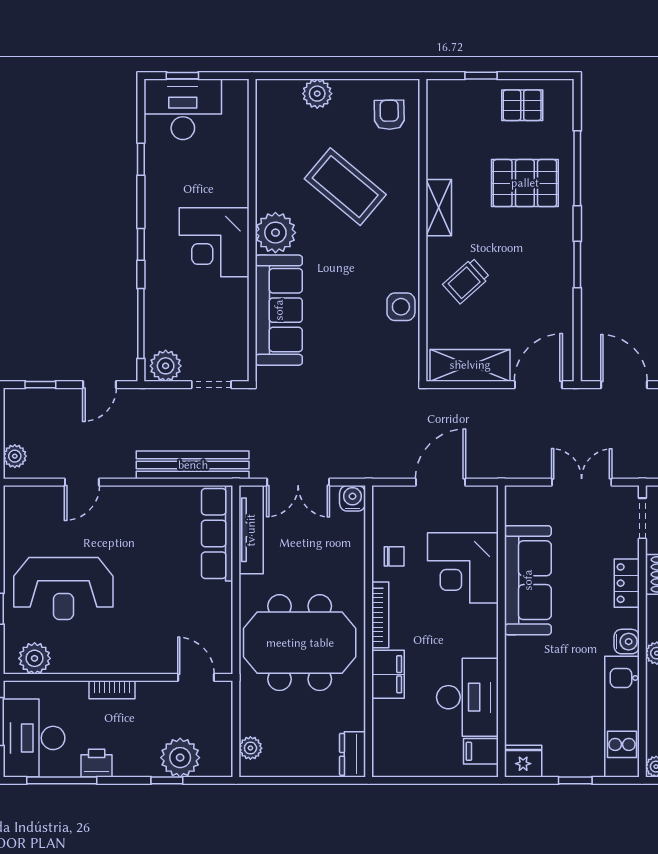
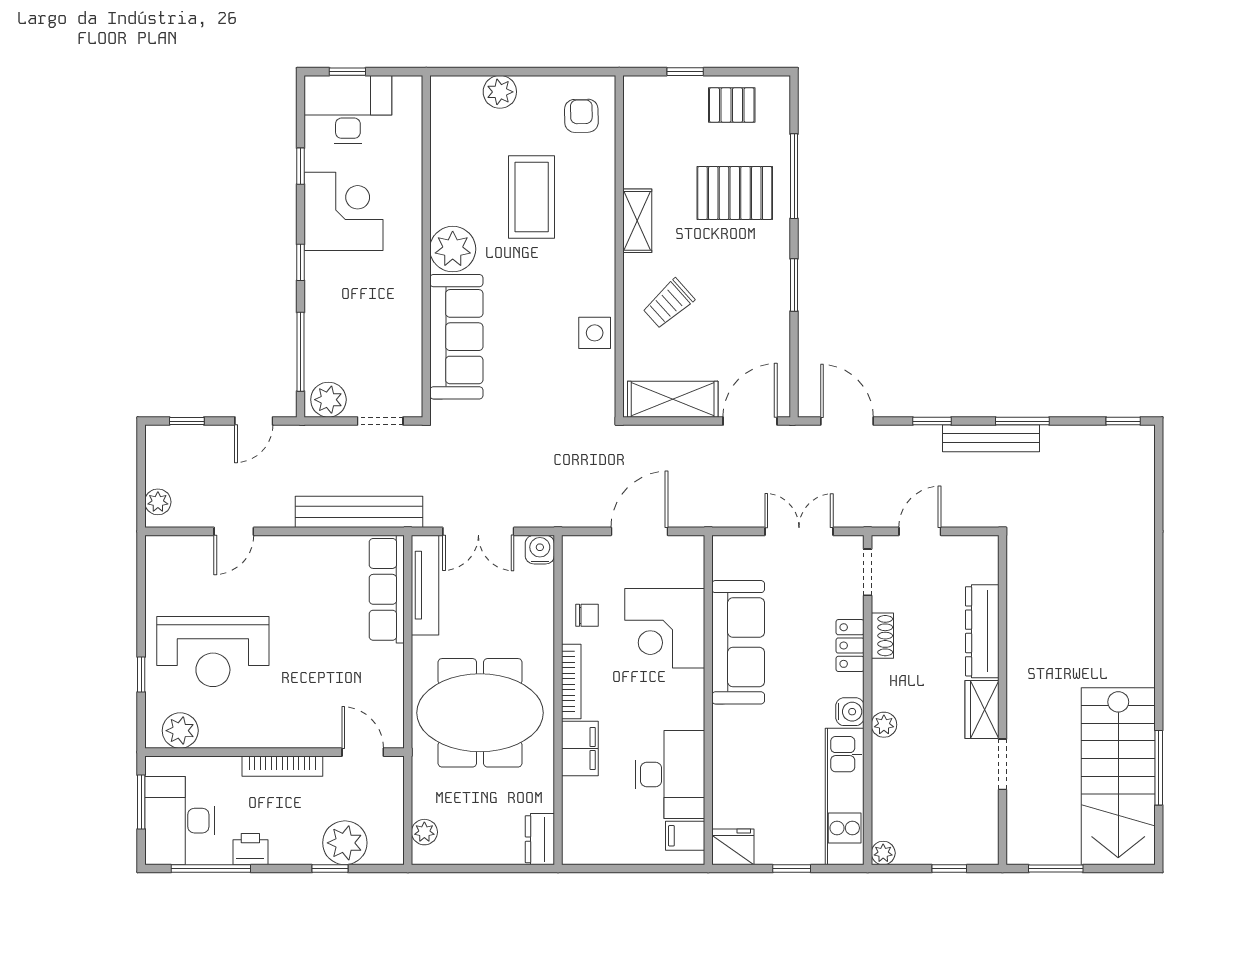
coffee table: (345, 187) -> (532, 197), turned 50
corner desk: (214, 242) -> (343, 211), moved, turned 180
bookcase: (112, 690) -> (282, 766), width x1.56

